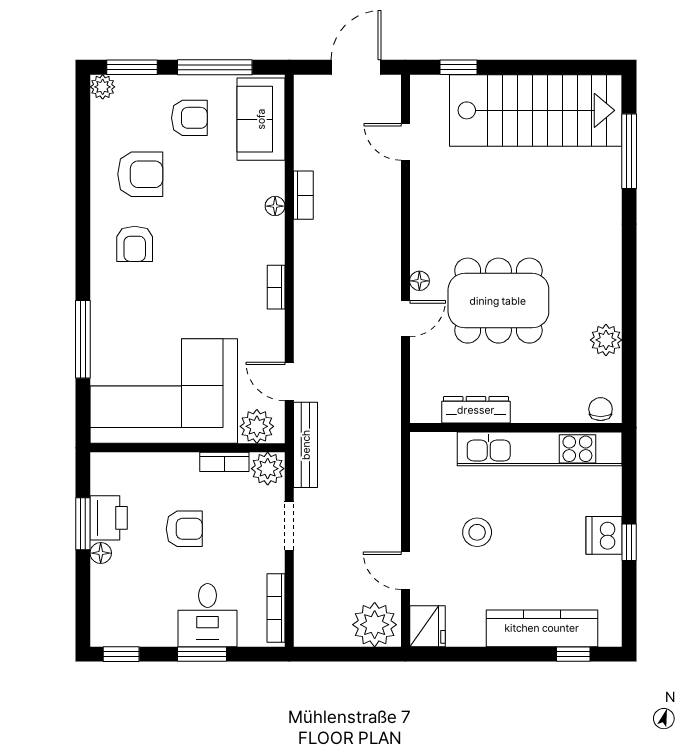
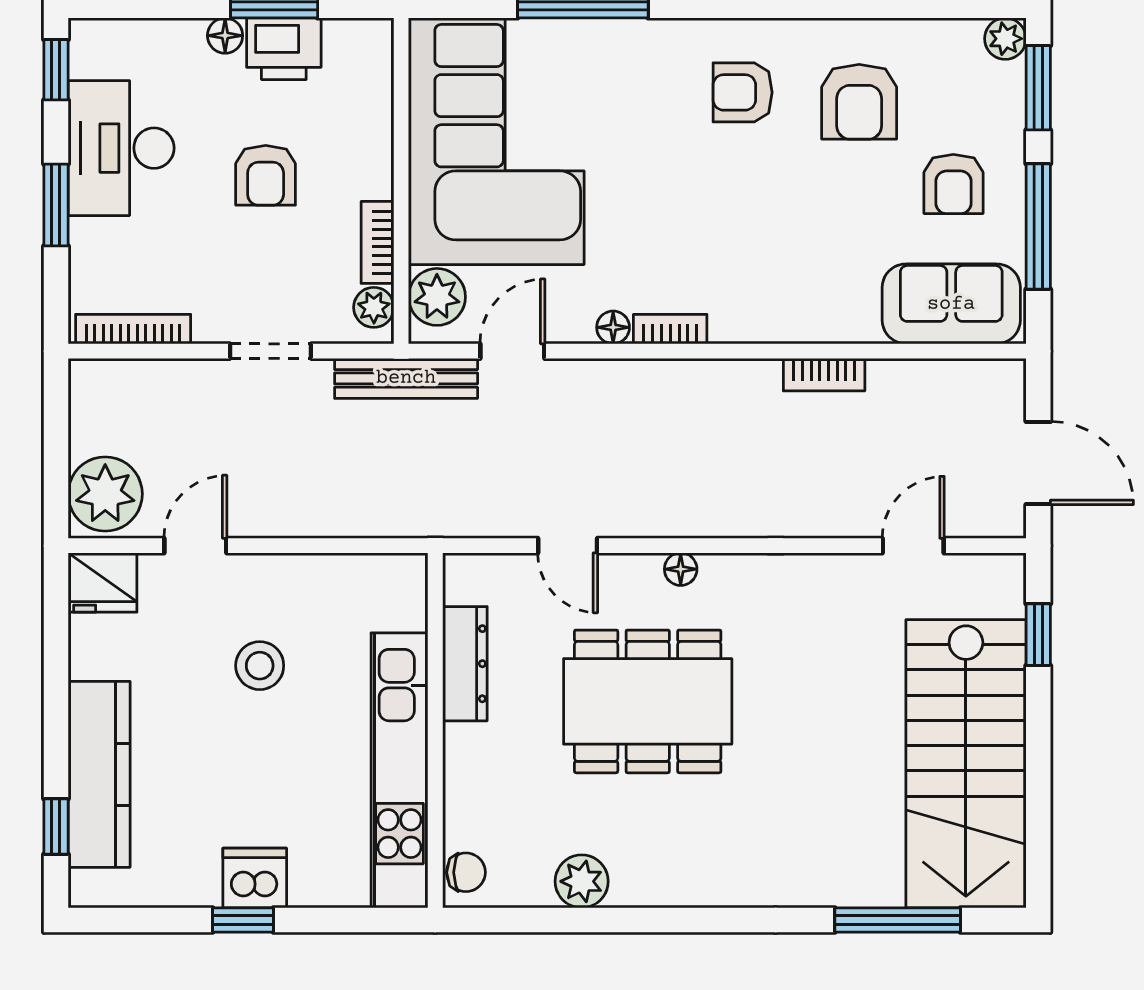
floor lamp: (275, 206) -> (613, 327), moved
dining table: (498, 301) -> (648, 701), turned 90
door: (405, 319) -> (568, 546), moved
plant: (268, 469) -> (374, 307), width x0.73, depth x0.73
desk: (208, 615) -> (121, 148), moved, width x1.37

